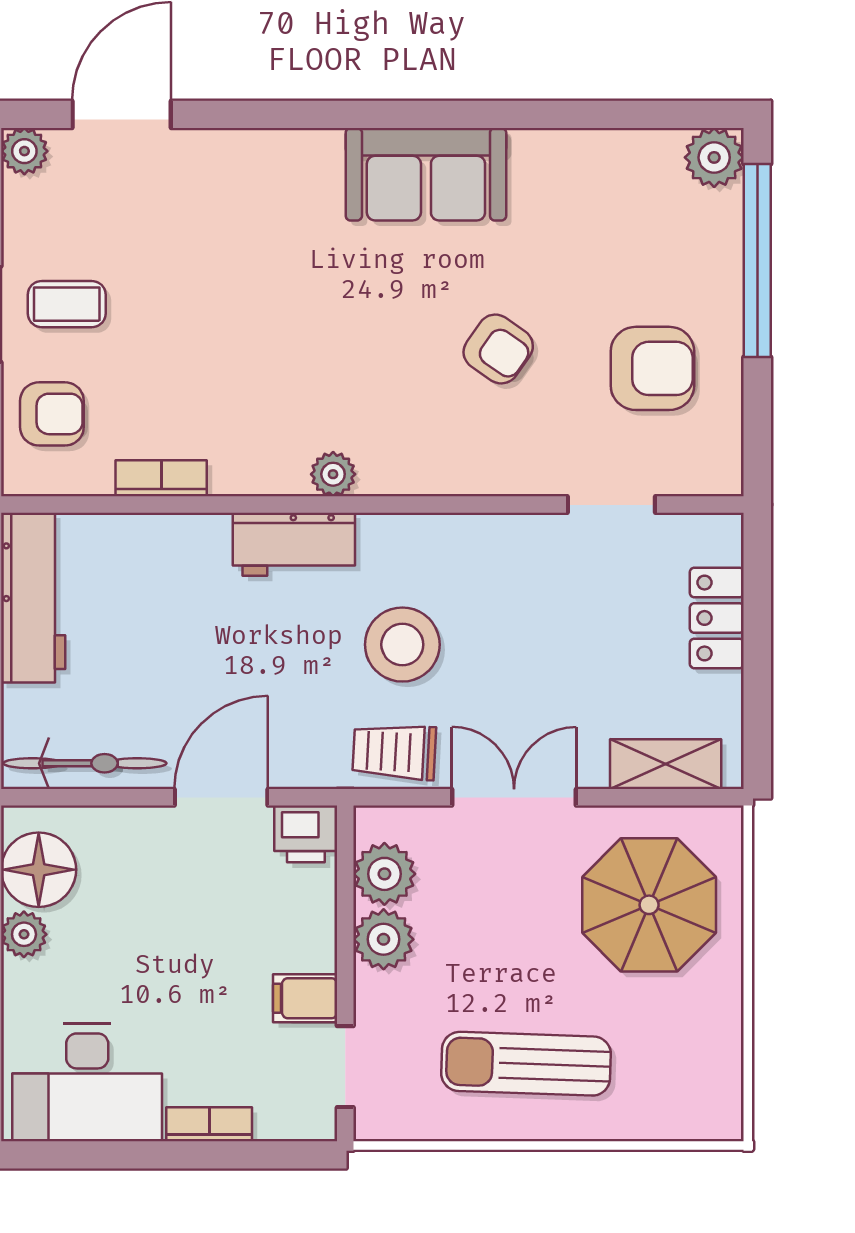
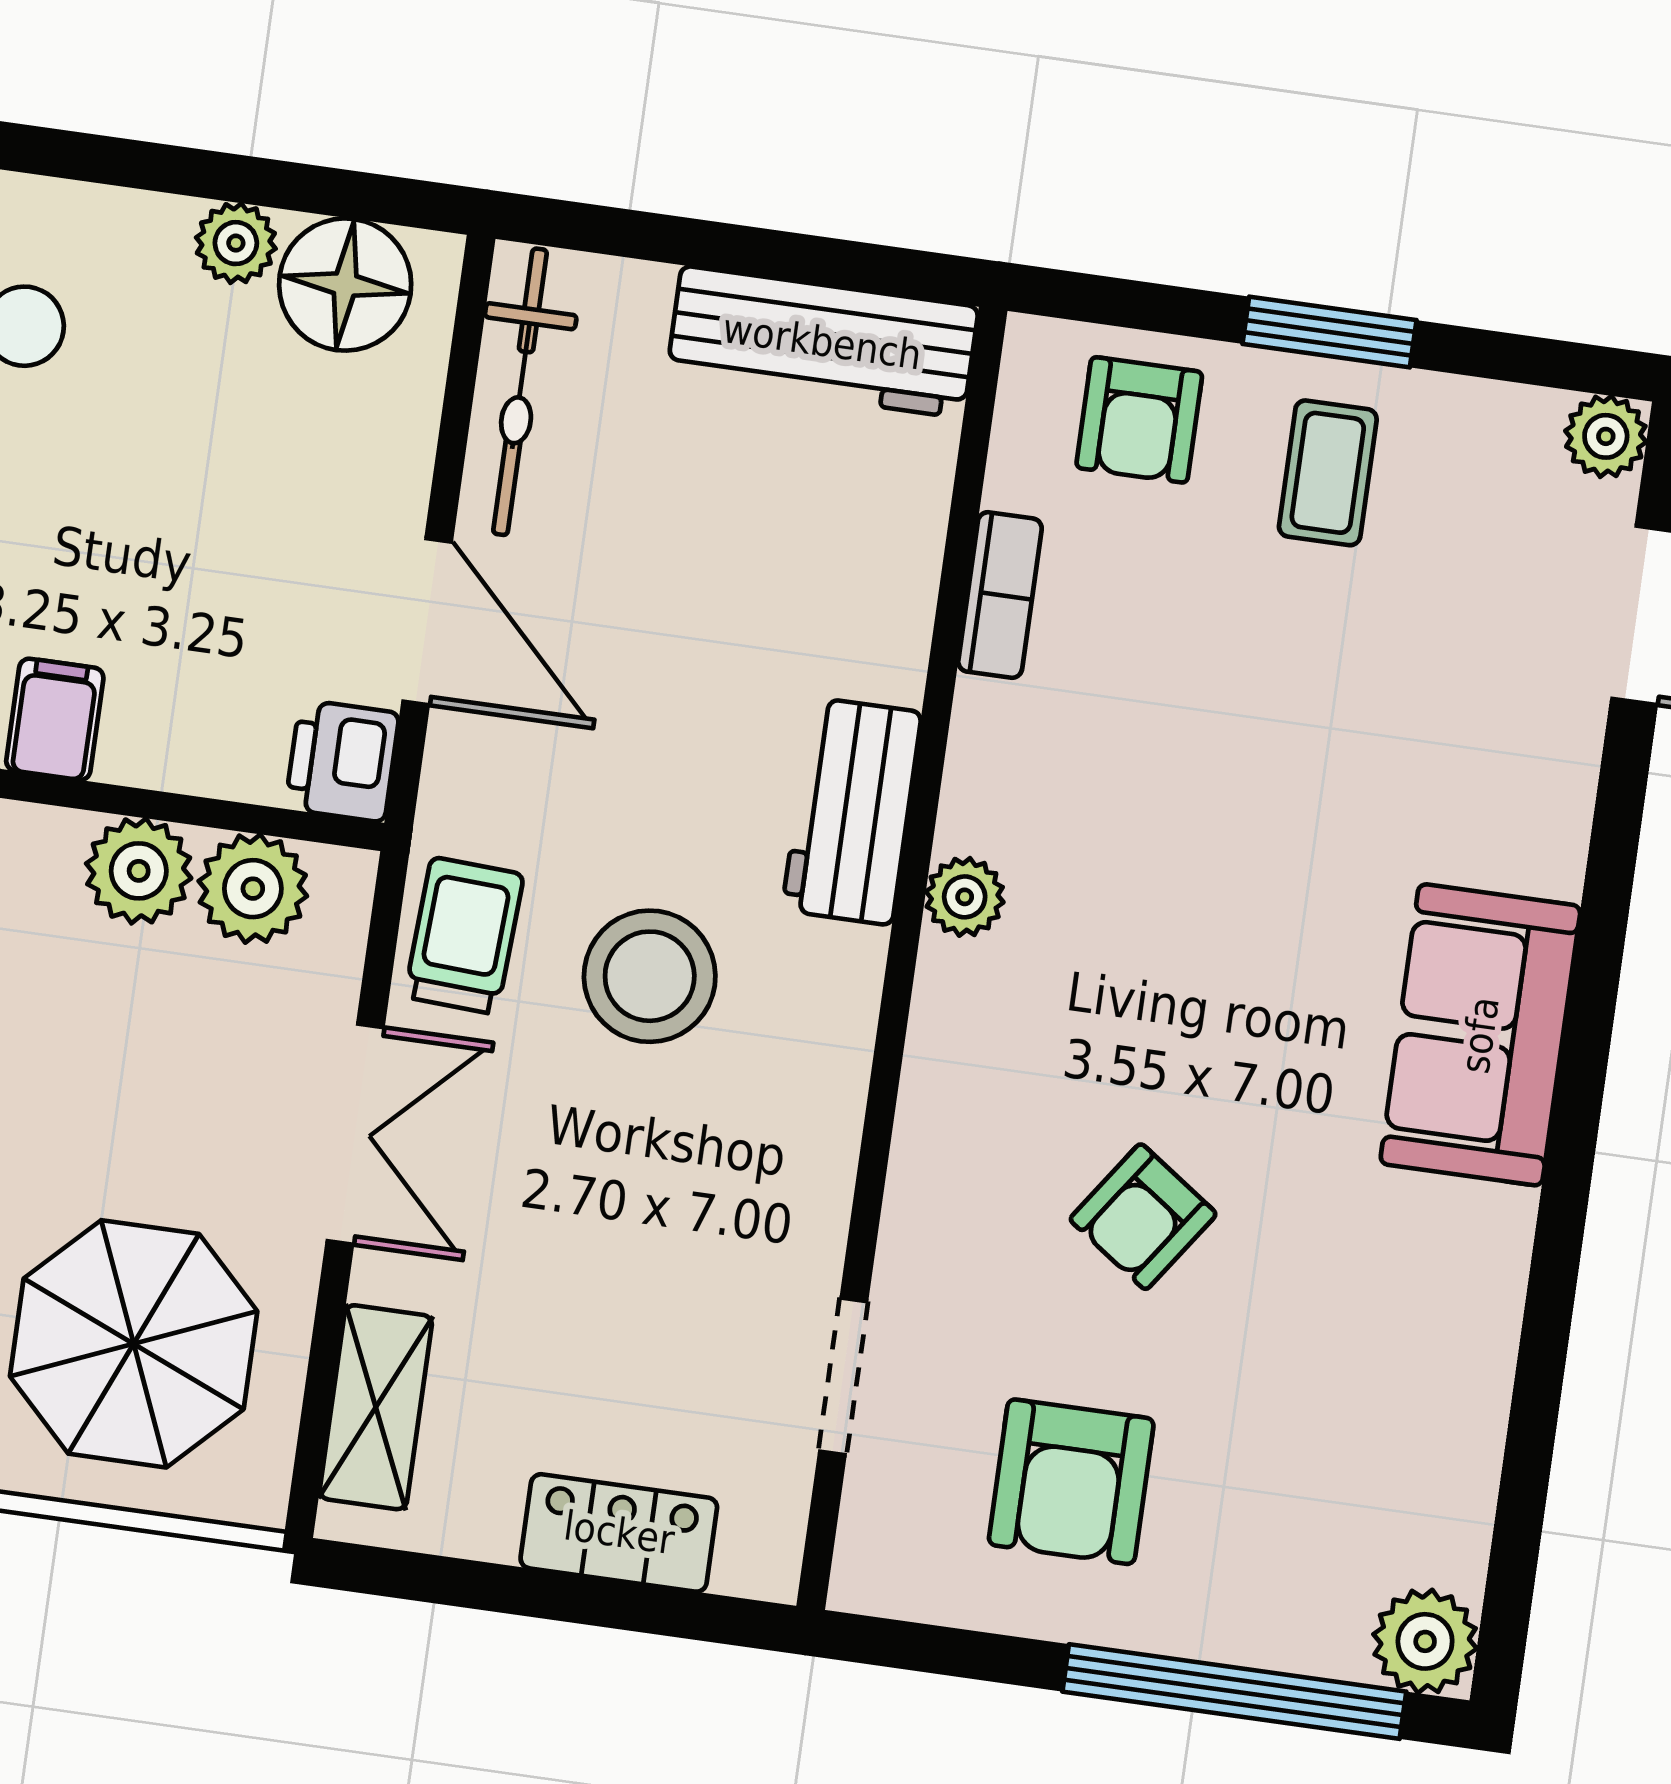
sofa: (426, 174) -> (1480, 1035), moved

